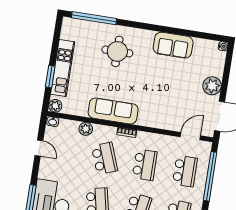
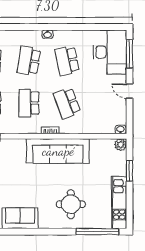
kitchen unit: (63, 68) -> (119, 202), moved
sofa: (113, 111) -> (58, 151), width x1.36, depth x1.27
plant: (86, 129) -> (89, 128), removed
door: (39, 148) -> (129, 91), moved

